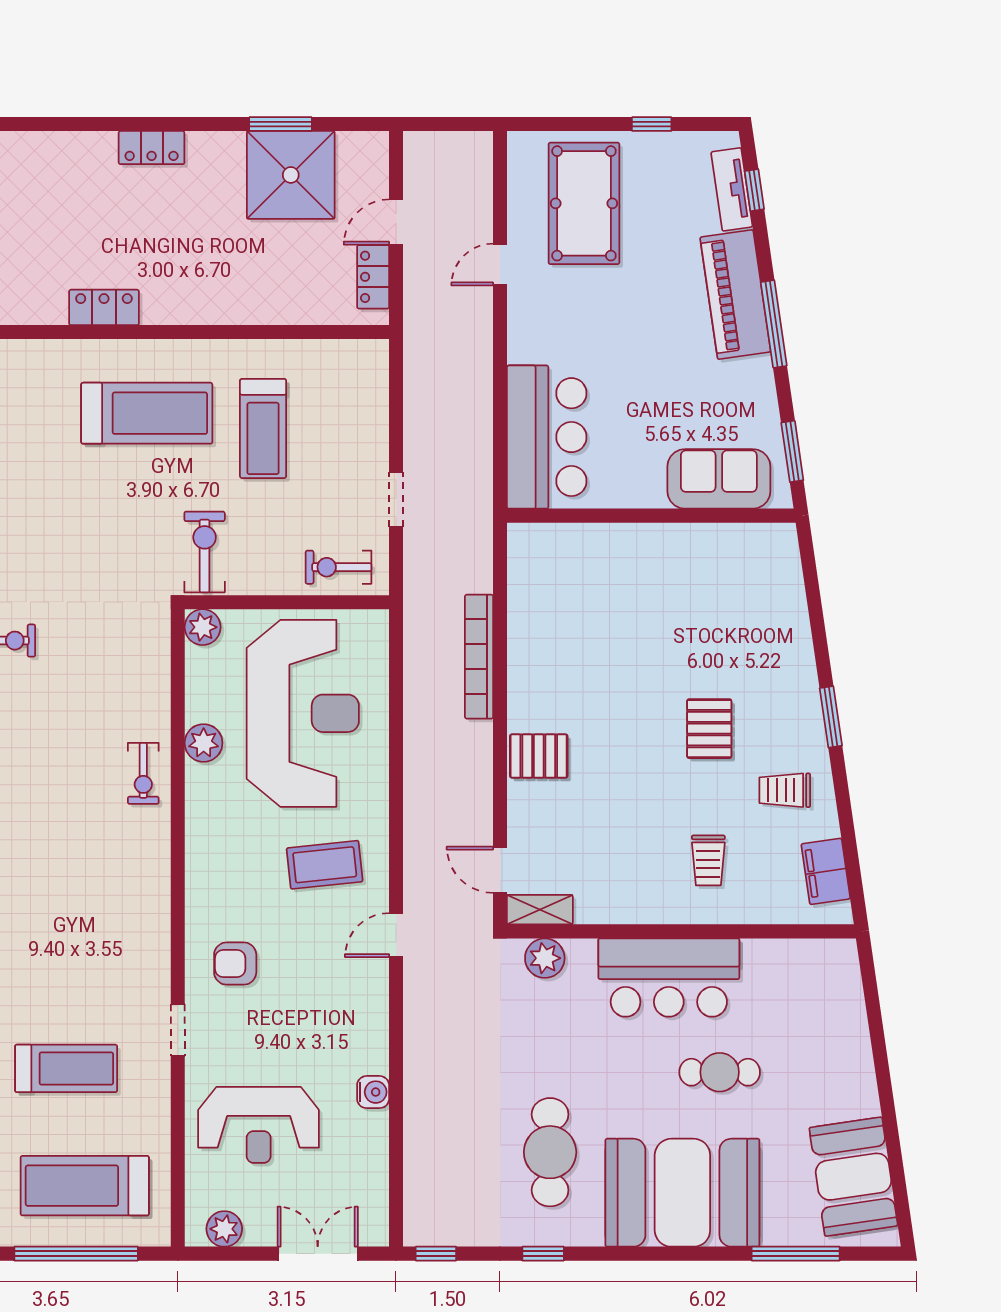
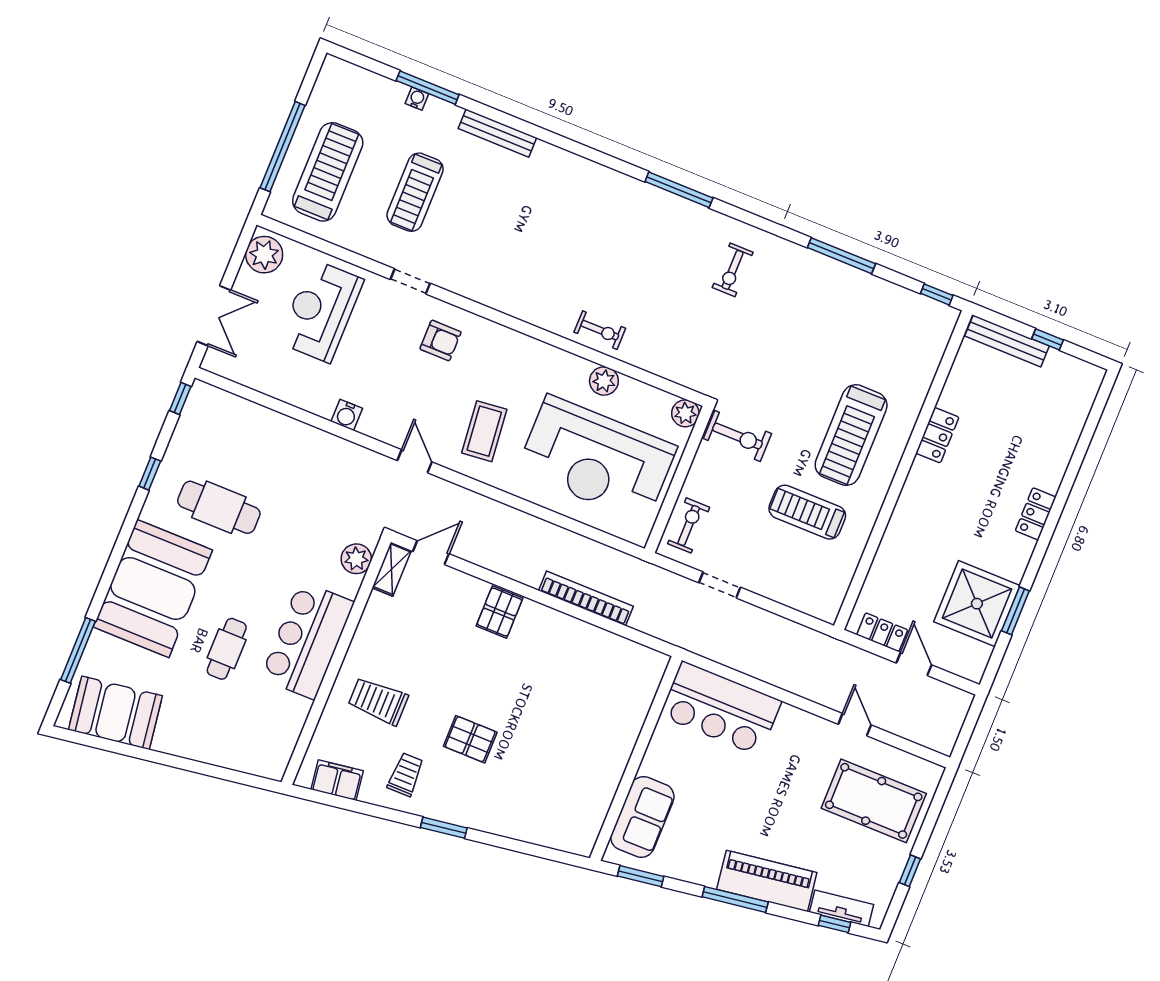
exercise bike: (143, 773) -> (600, 330), turned 180
trolley: (708, 860) -> (378, 701), width x1.36, depth x1.39
armchair: (235, 964) -> (441, 340), turned 90
water cooler: (373, 1092) -> (347, 415), moved
plant: (224, 1229) -> (264, 255), width x1.36, depth x1.36

